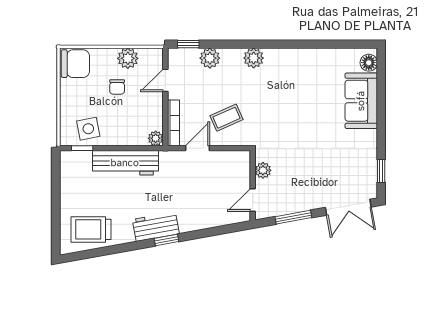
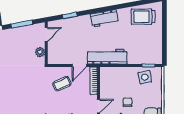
plant: (156, 138) -> (104, 71), removed
workbench: (125, 163) -> (107, 57), moved
trolley: (91, 229) -> (143, 17), turned 180
window: (166, 240) -> (70, 15), moved

